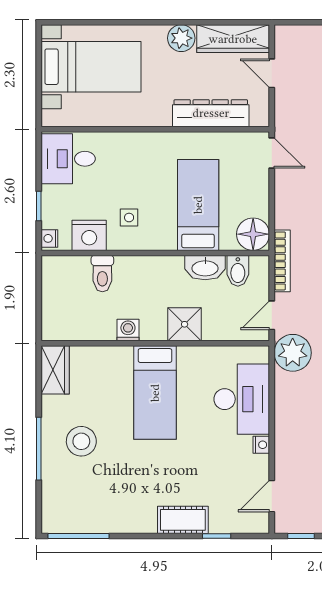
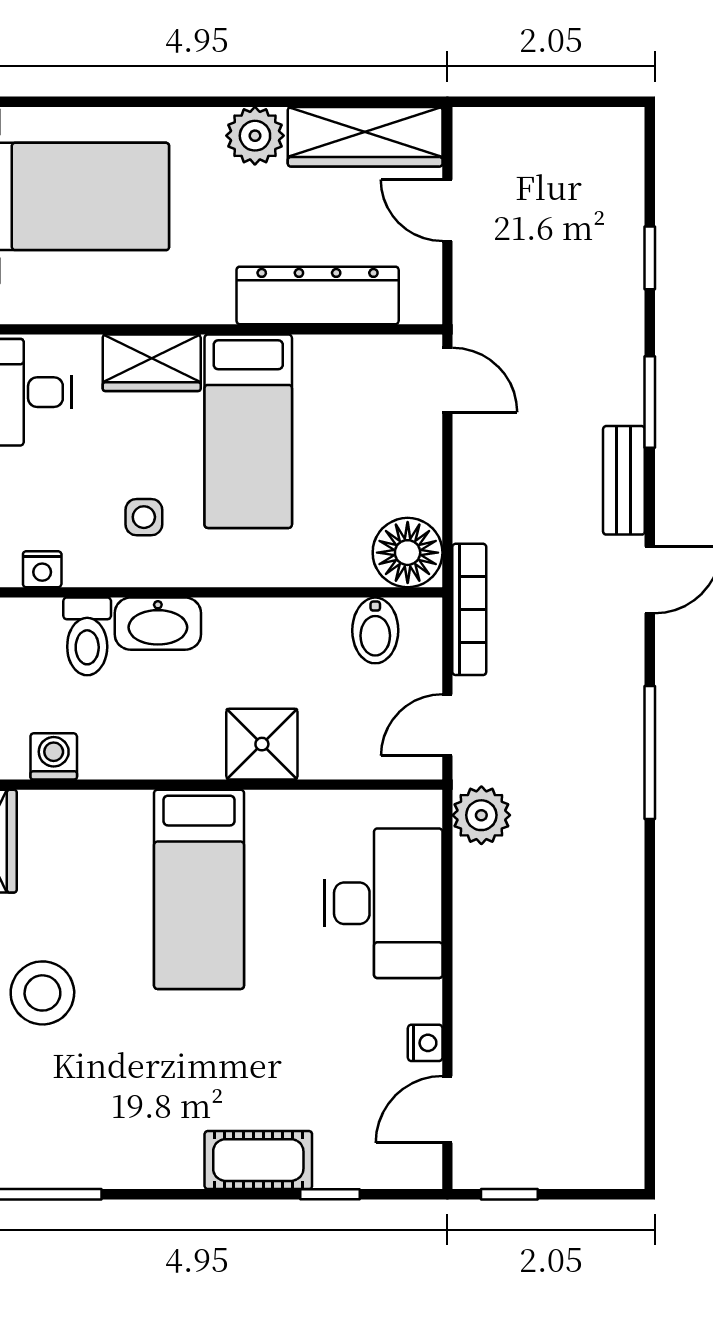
wardrobe: (133, 145) -> (152, 363), added
bed: (198, 205) -> (248, 431), moved, turned 180
nightstand: (89, 235) -> (42, 569), width x0.53, depth x0.56
washbasin: (205, 268) -> (158, 624), moved
washing machine: (128, 330) -> (54, 756), moved
plant: (293, 353) -> (481, 815), width x0.73, depth x0.73
nightstand: (261, 445) -> (425, 1043), moved

